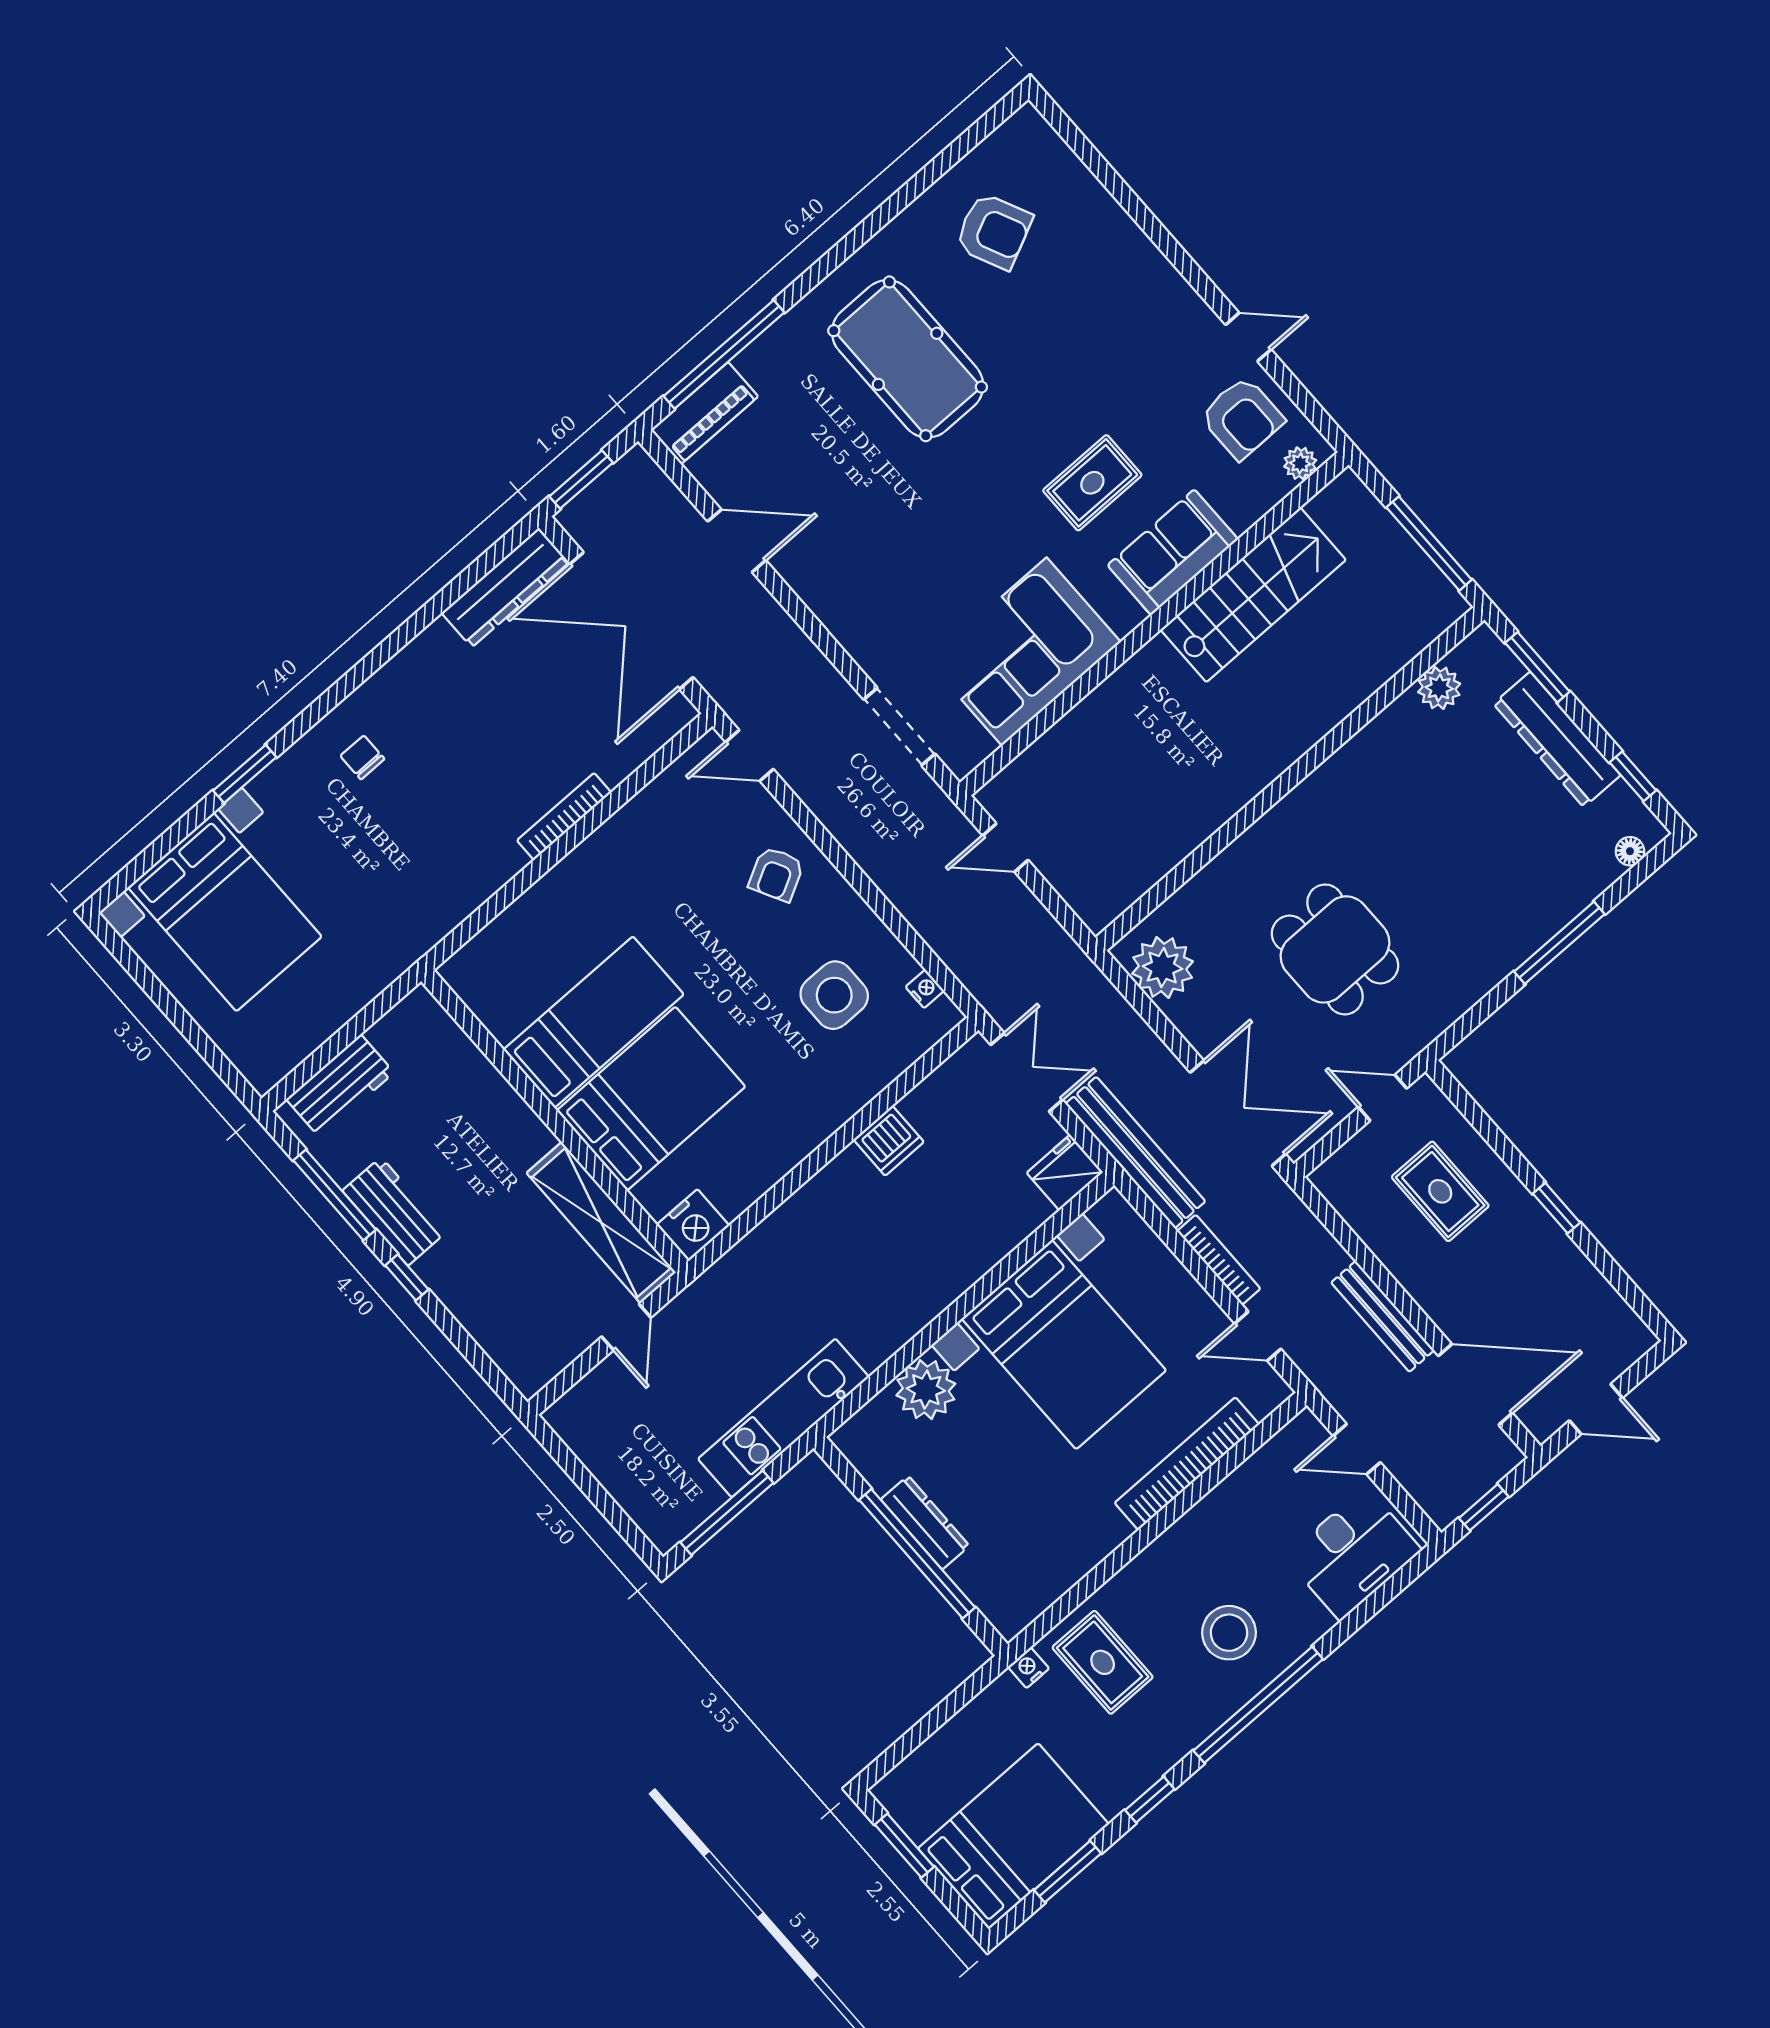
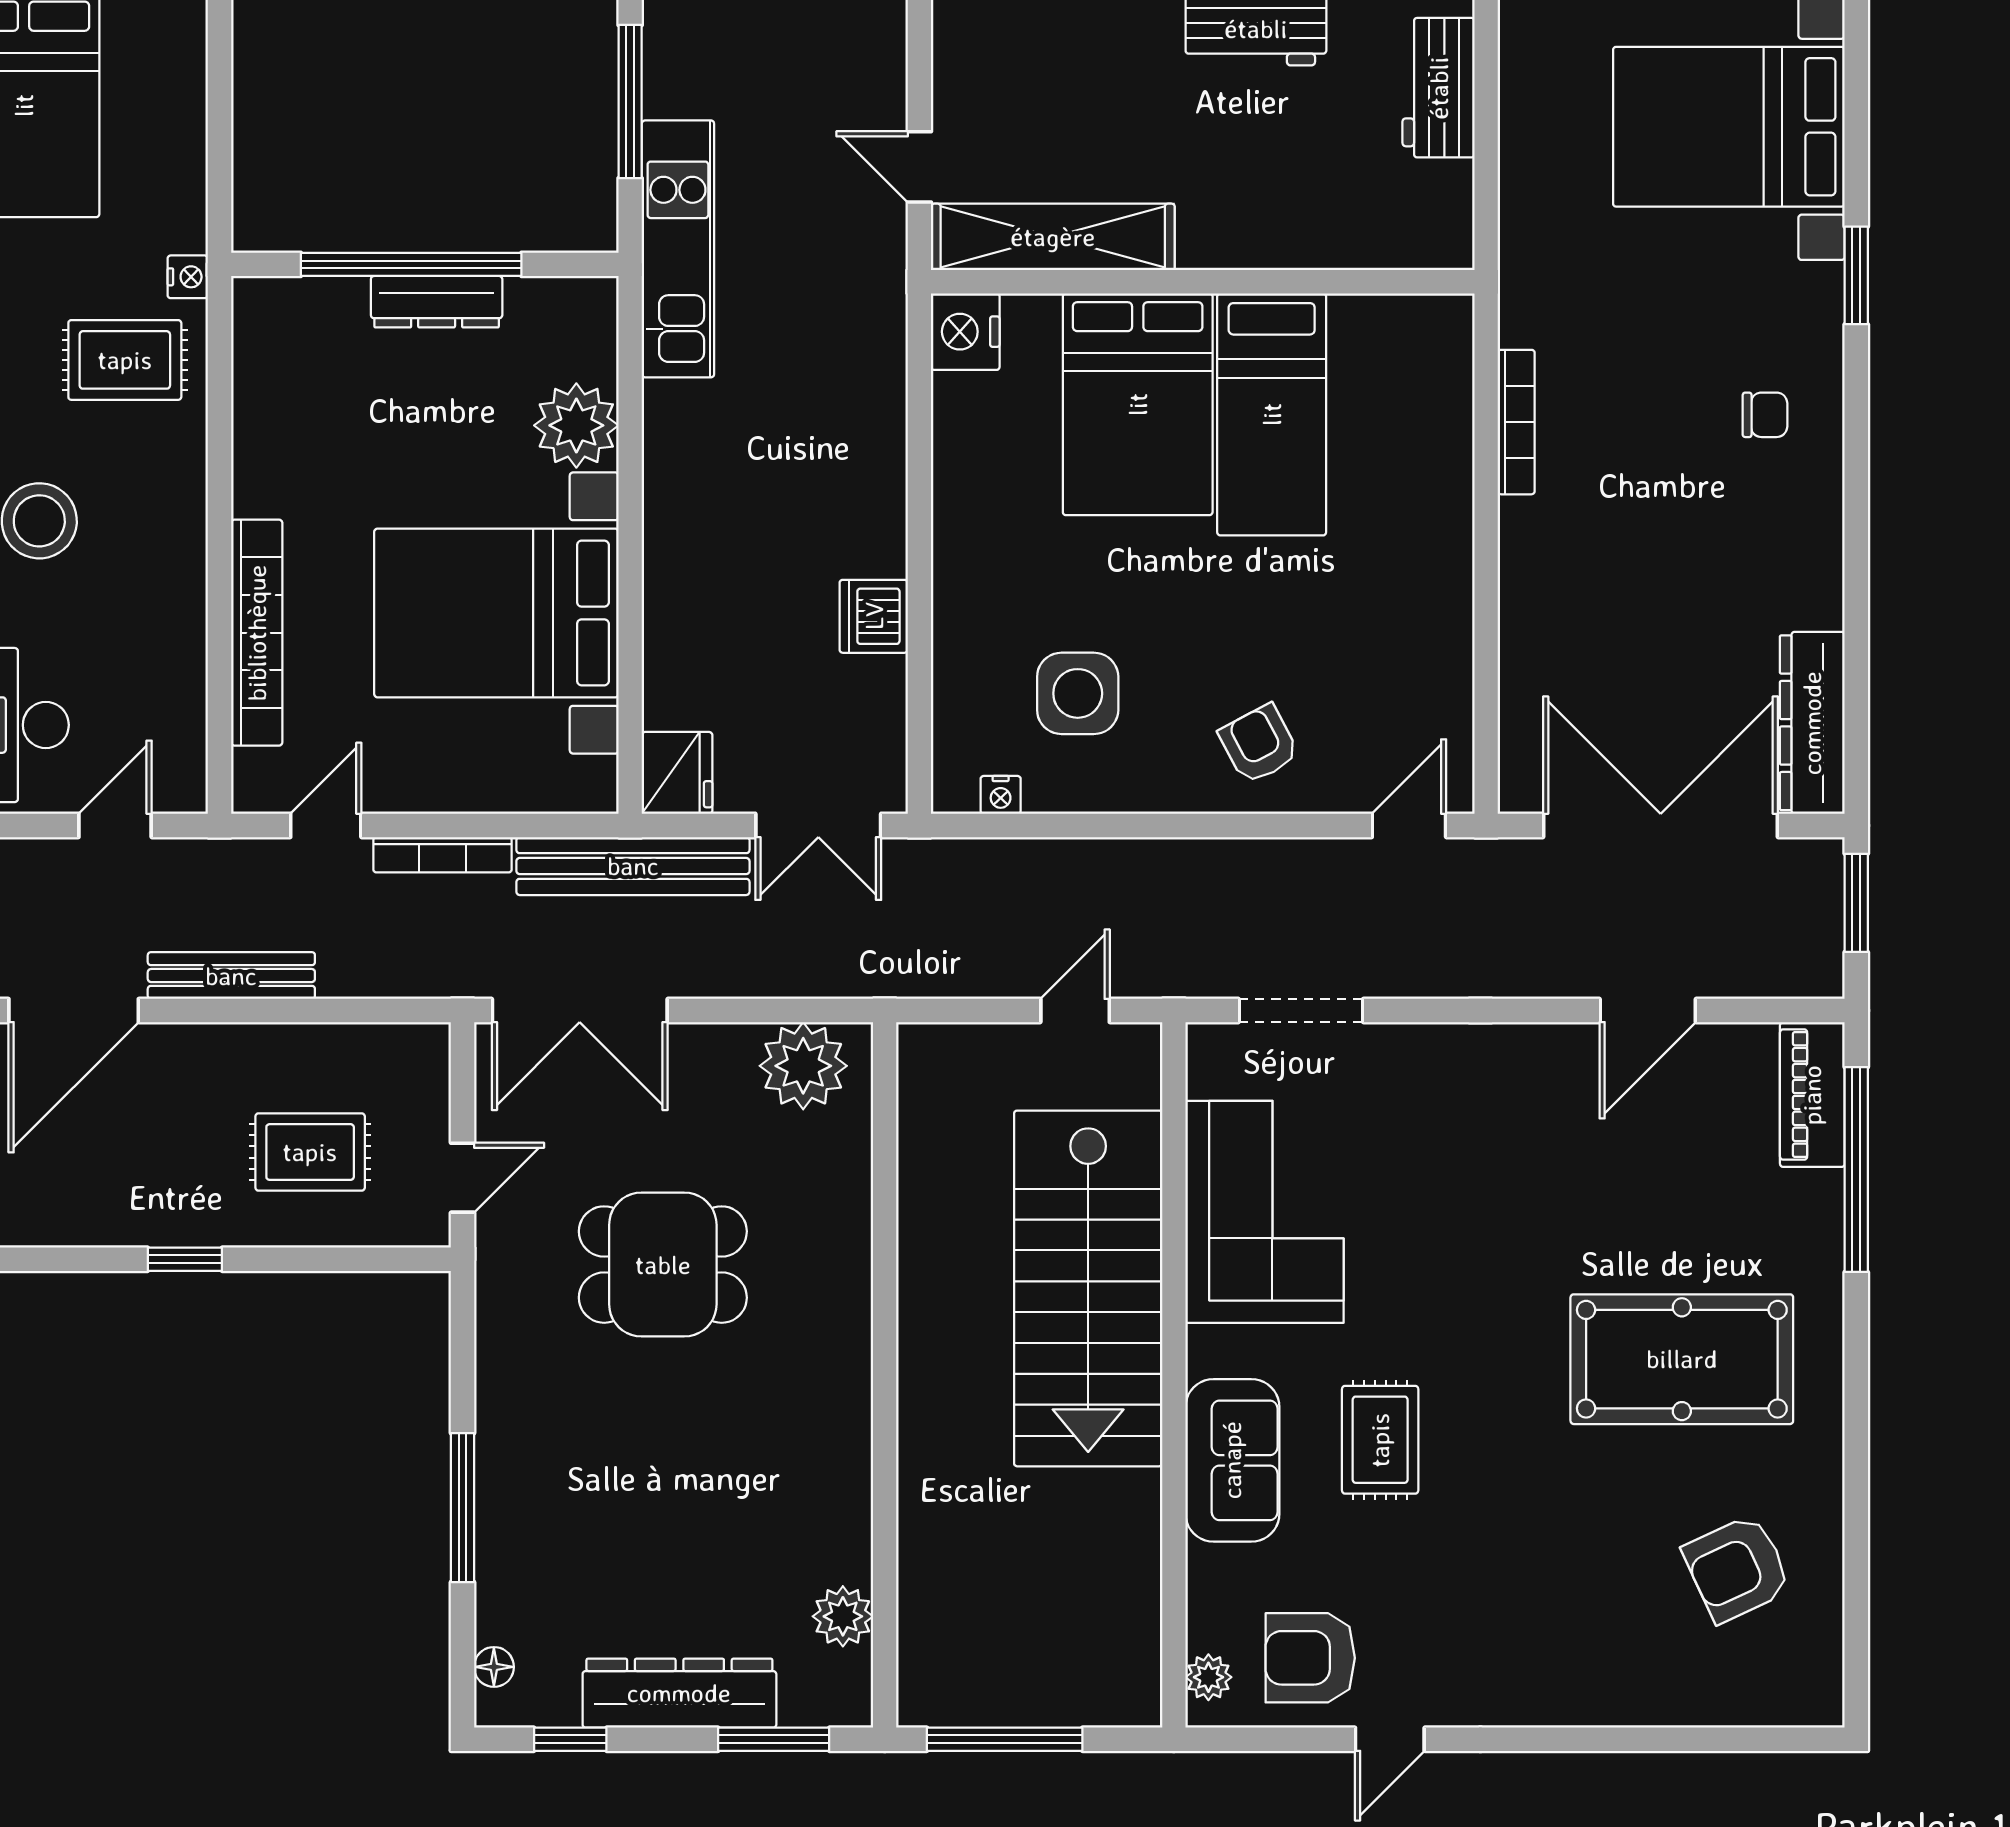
stairs: (1253, 595) -> (1088, 1288), moved, width x1.36, depth x1.51
bookcase: (564, 816) -> (1516, 422), moved

